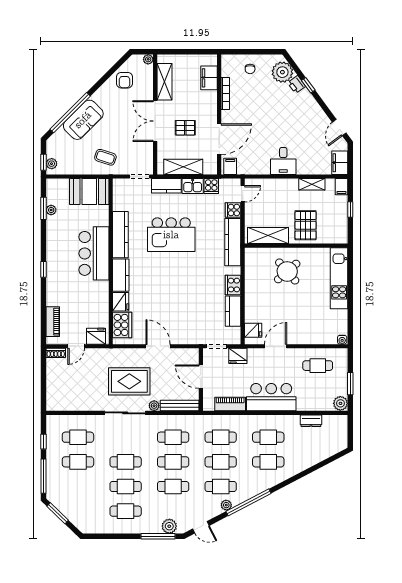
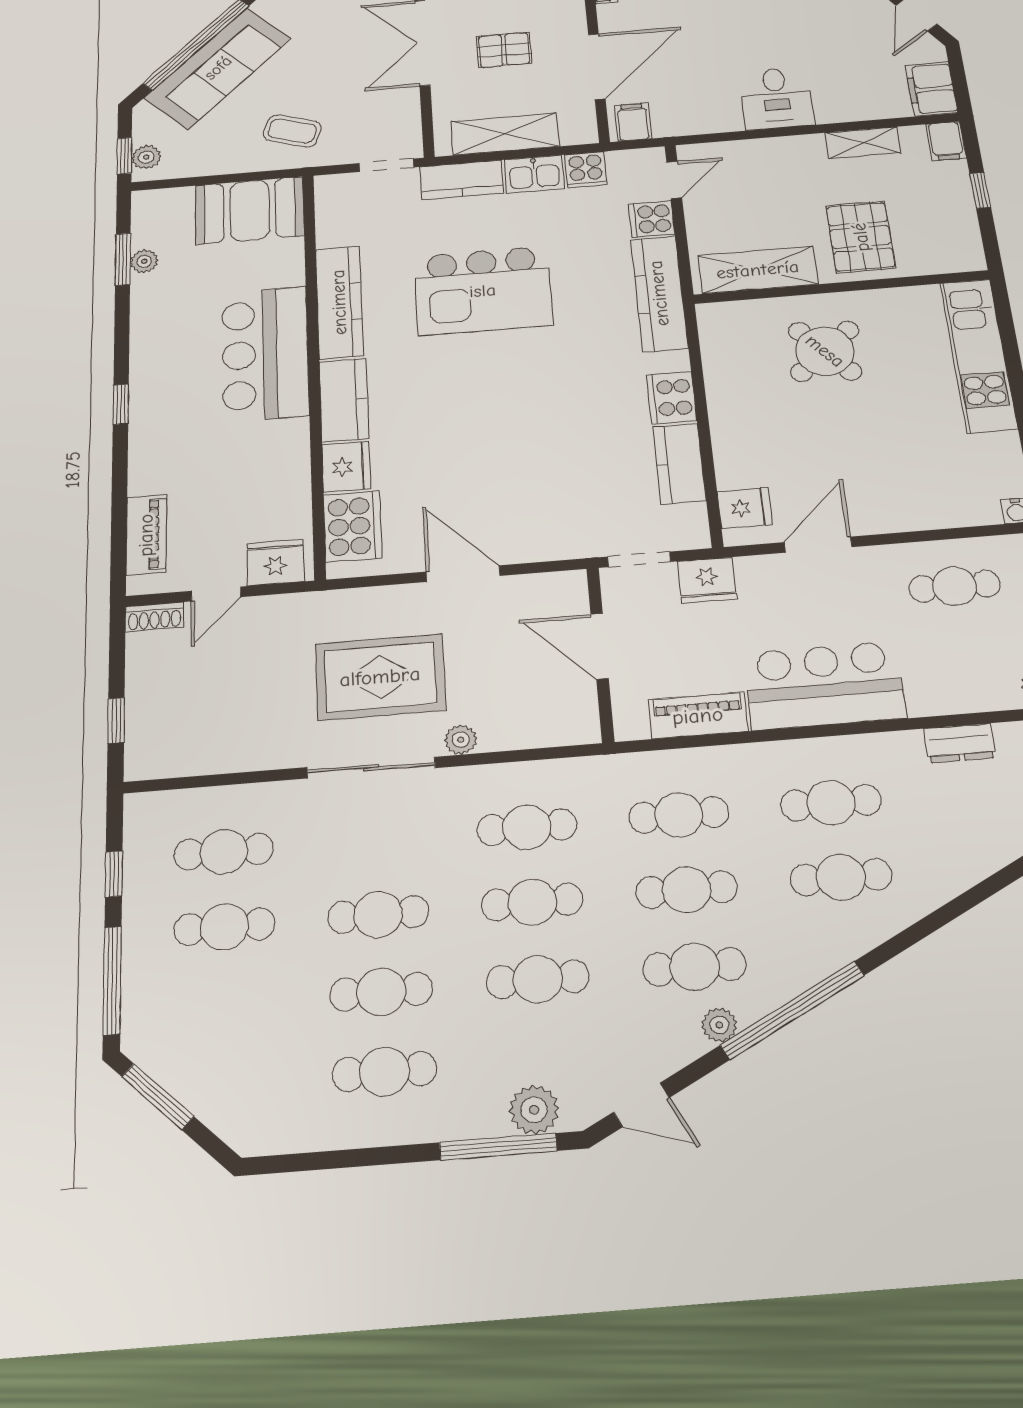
sofa: (83, 120) -> (218, 68), width x1.36
window: (43, 389) -> (116, 720), added
bench: (180, 405) -> (540, 733), removed

